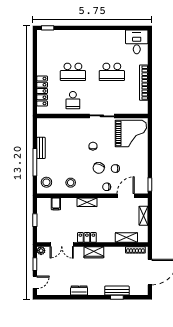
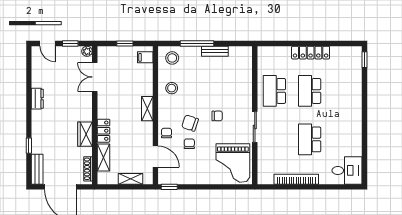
locker: (42, 91) -> (311, 53), moved
school desk: (73, 100) -> (274, 91), width x1.85
filing cabinet: (56, 204) -> (145, 57), moved
locker: (87, 237) -> (103, 131), moved
wardrobe: (94, 252) -> (85, 134), moved
bench: (117, 291) -> (37, 169), moved

